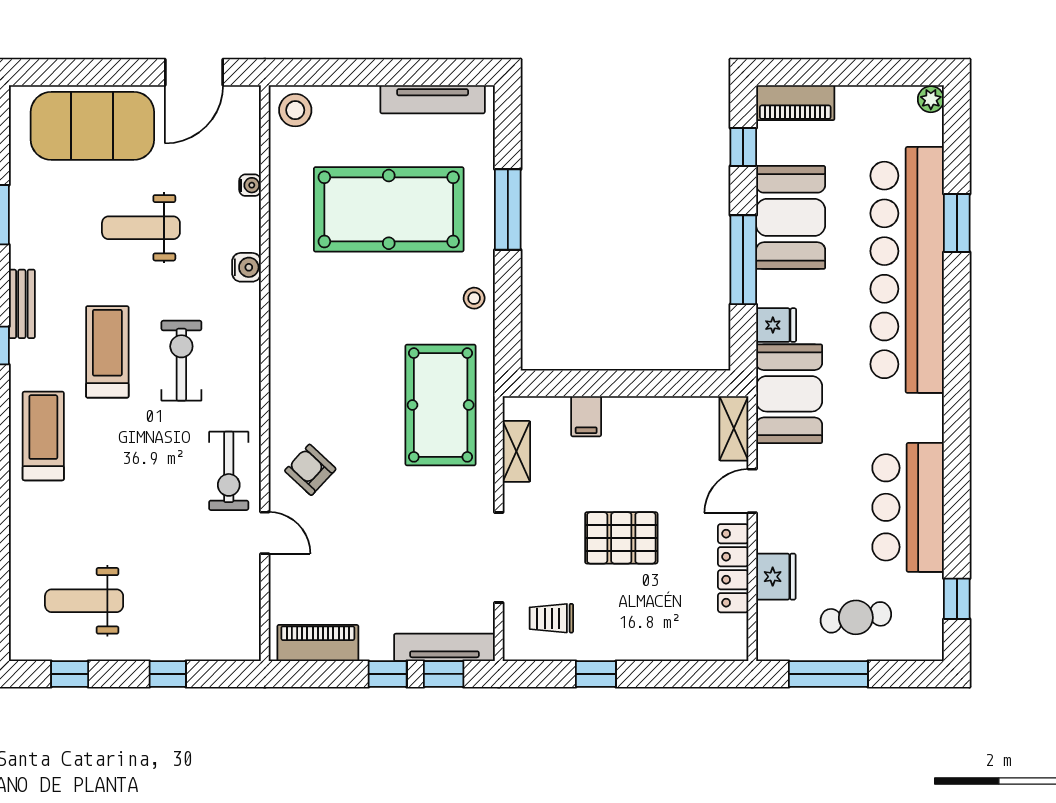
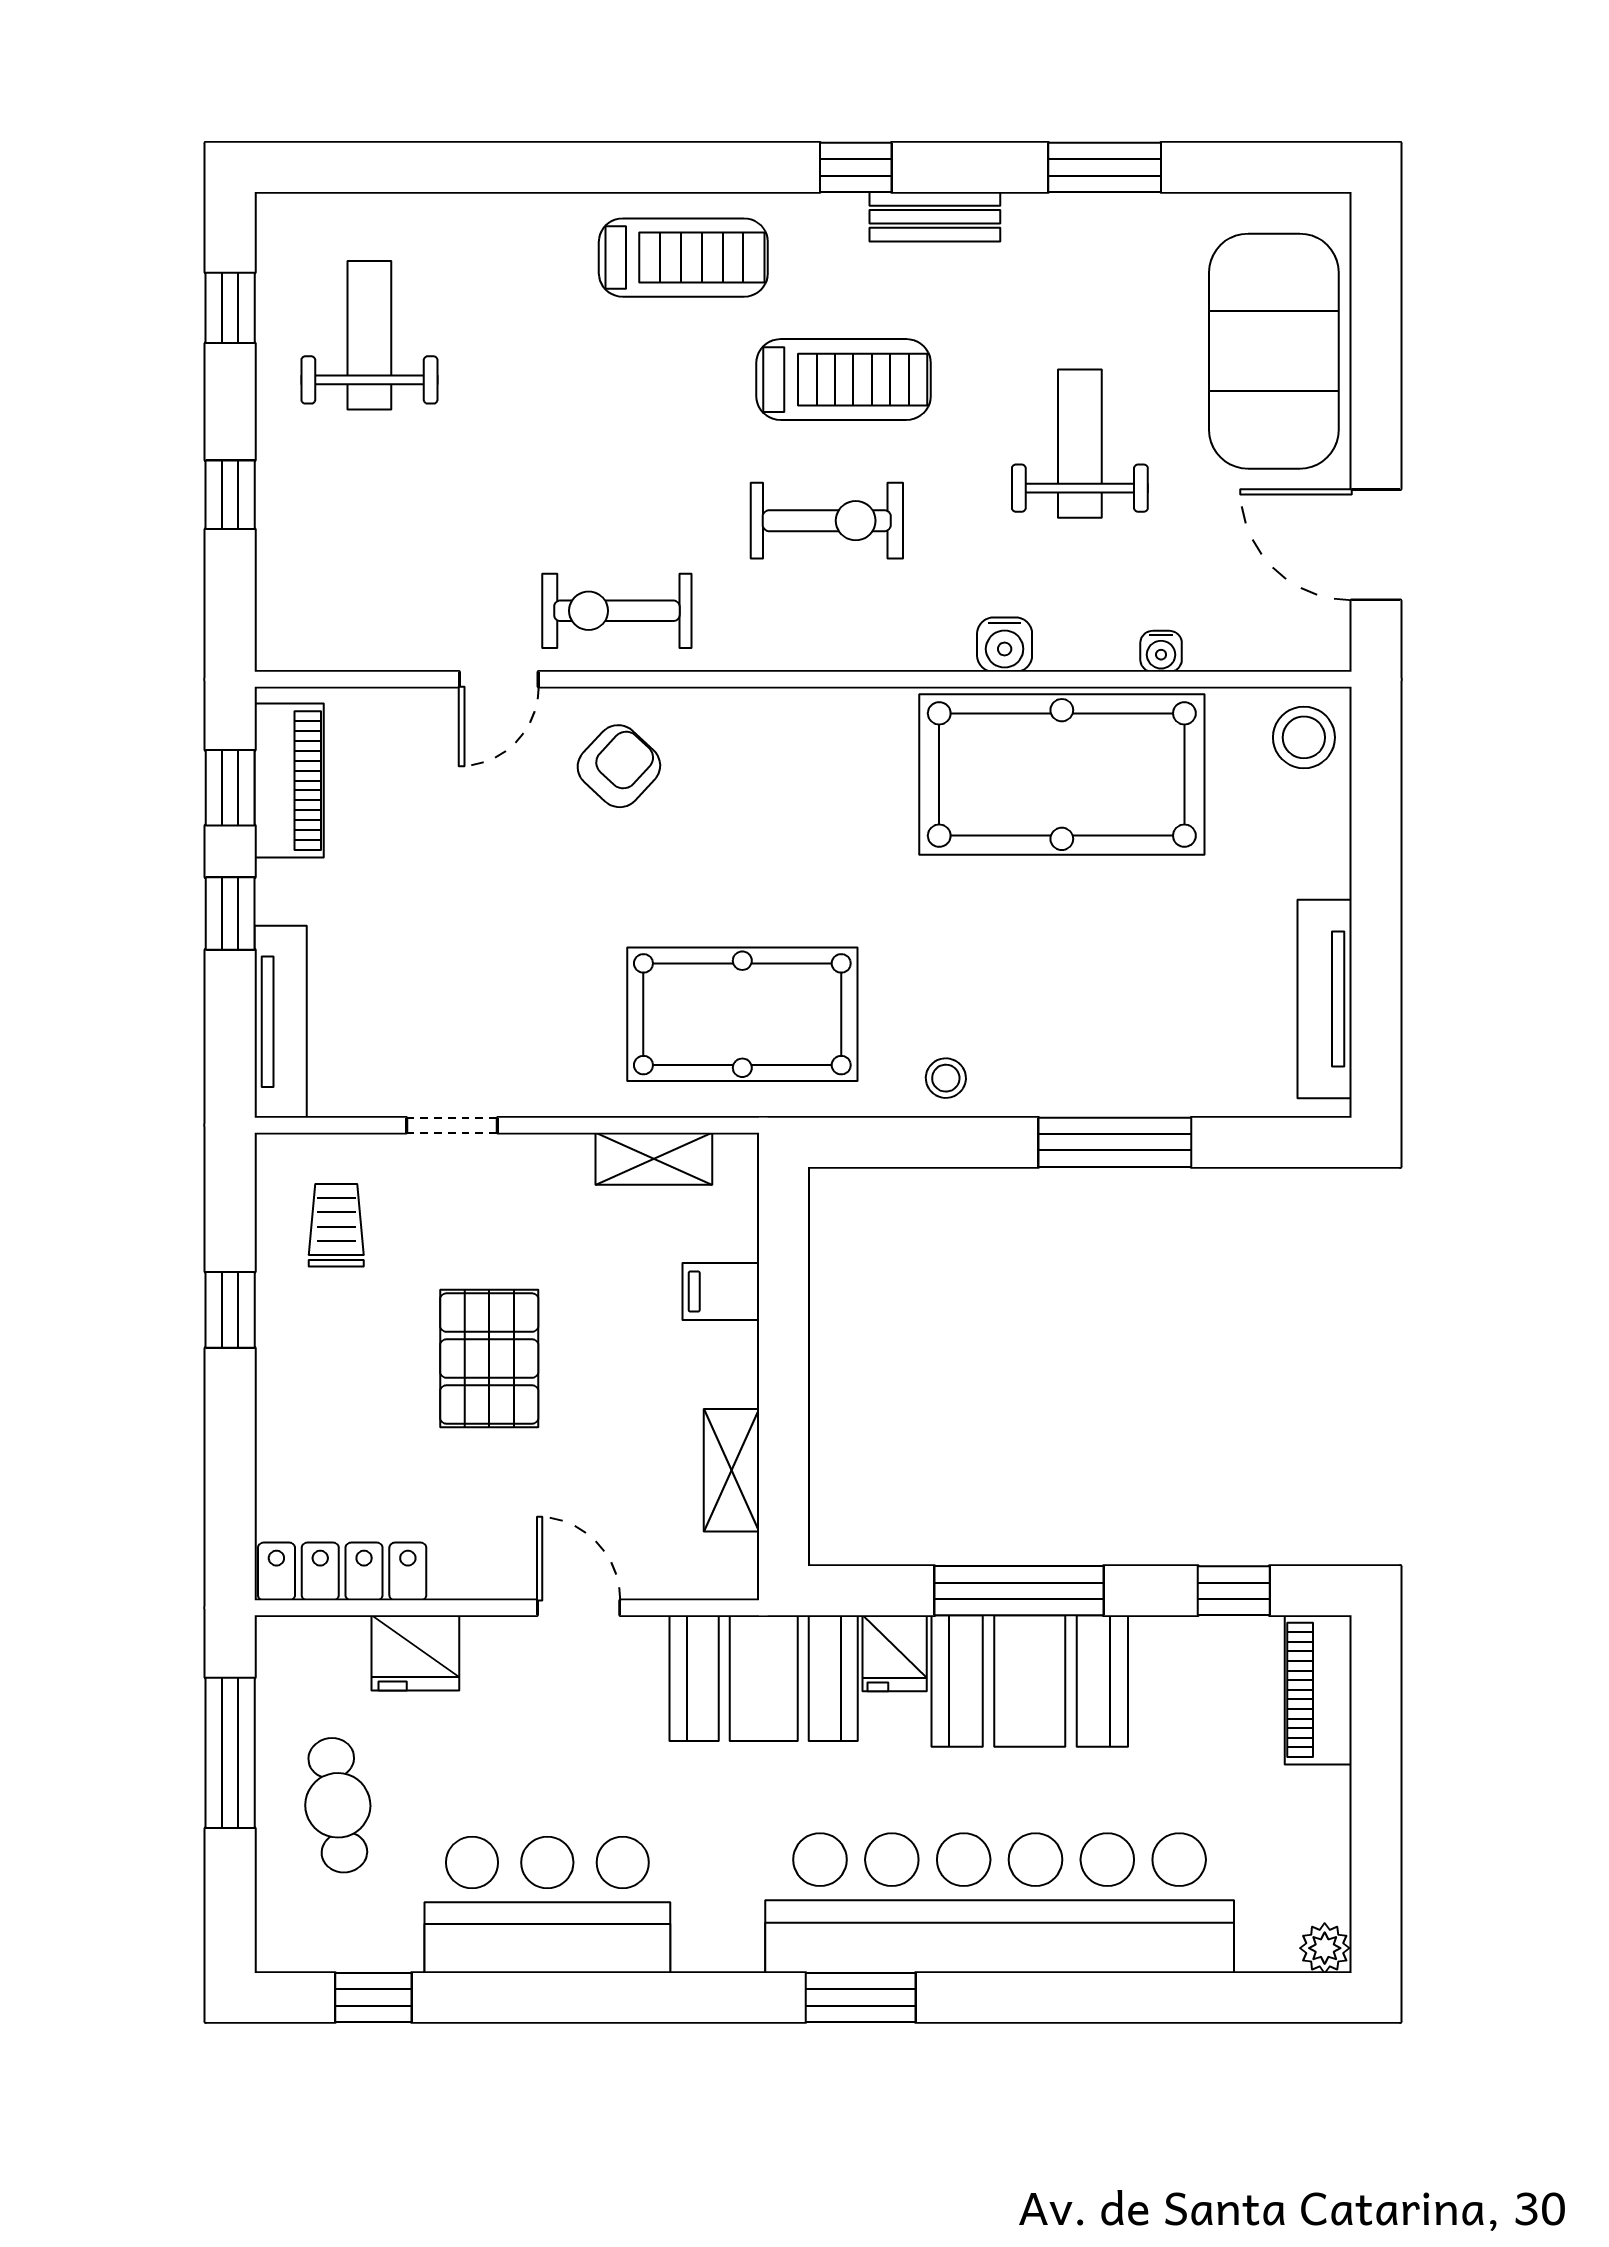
pool table: (389, 209) -> (1062, 775), moved, turned 90
booth: (791, 217) -> (1030, 1681), moved
window: (957, 223) -> (861, 1997), moved
shelving: (734, 428) -> (731, 1470), moved, turned 90
doorway: (499, 557) -> (452, 1125), width x0.53
locker: (733, 568) -> (342, 1571), moved
window: (444, 674) -> (230, 788), moved

